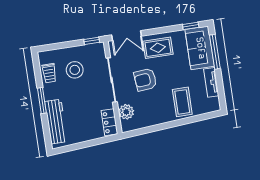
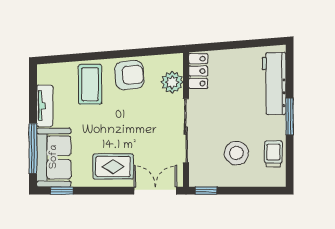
armchair: (145, 80) -> (129, 75), moved

